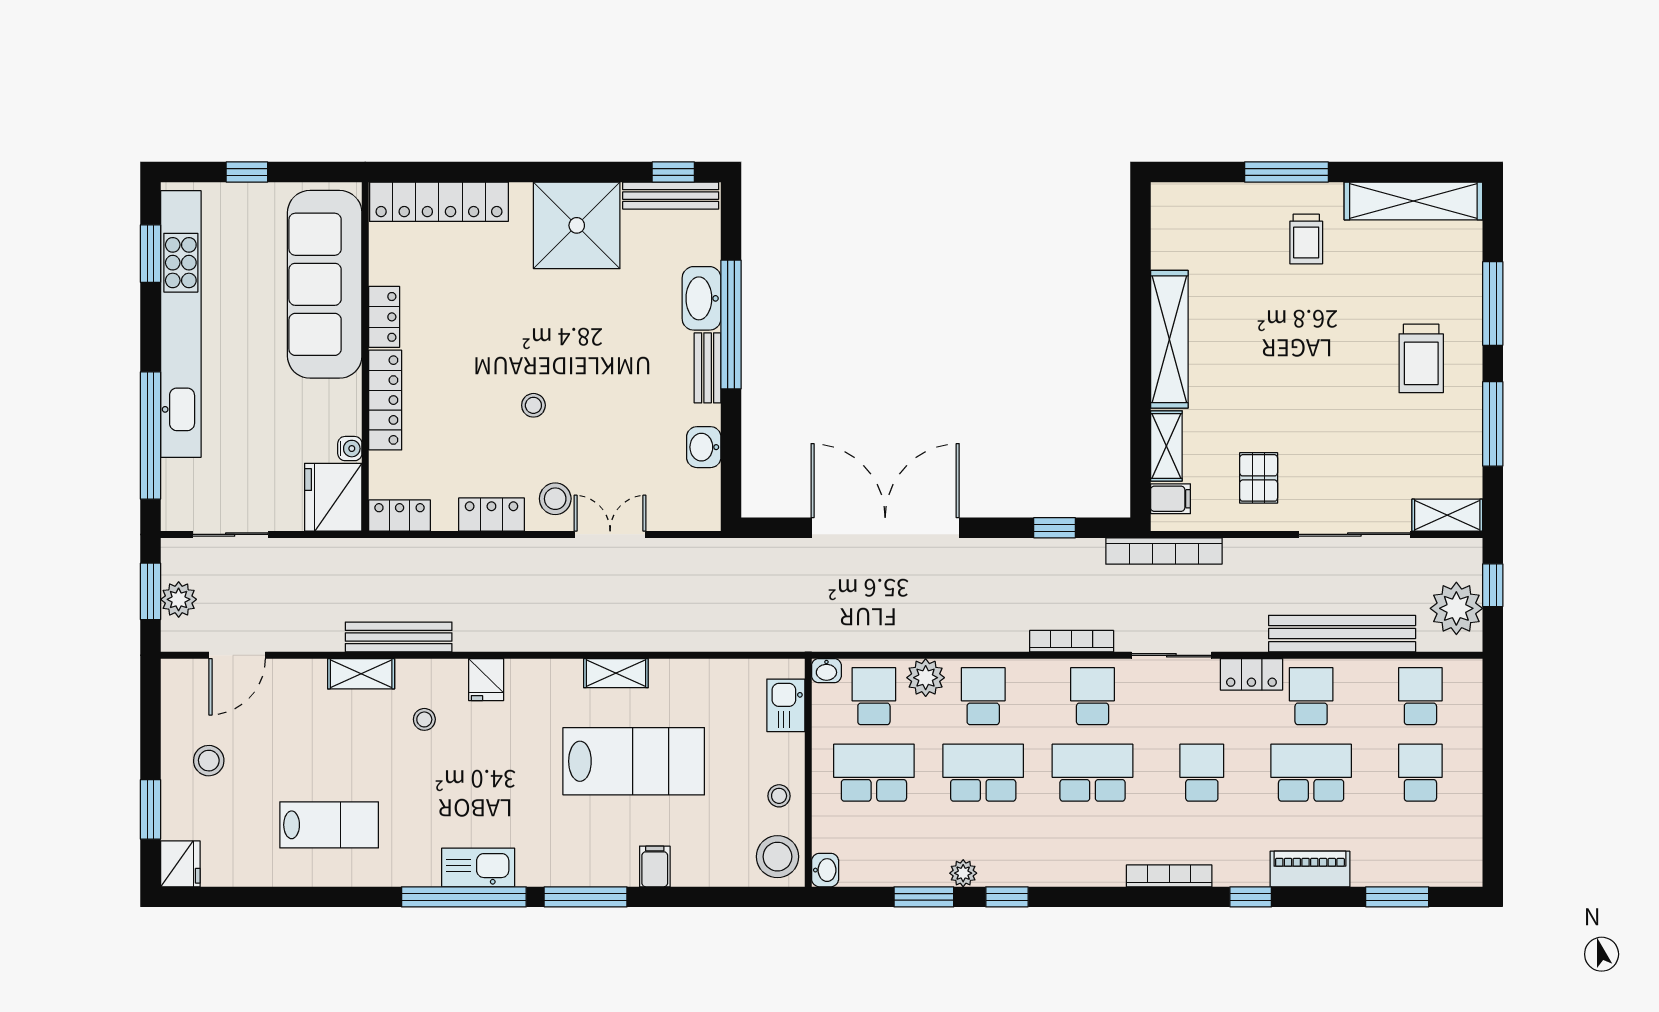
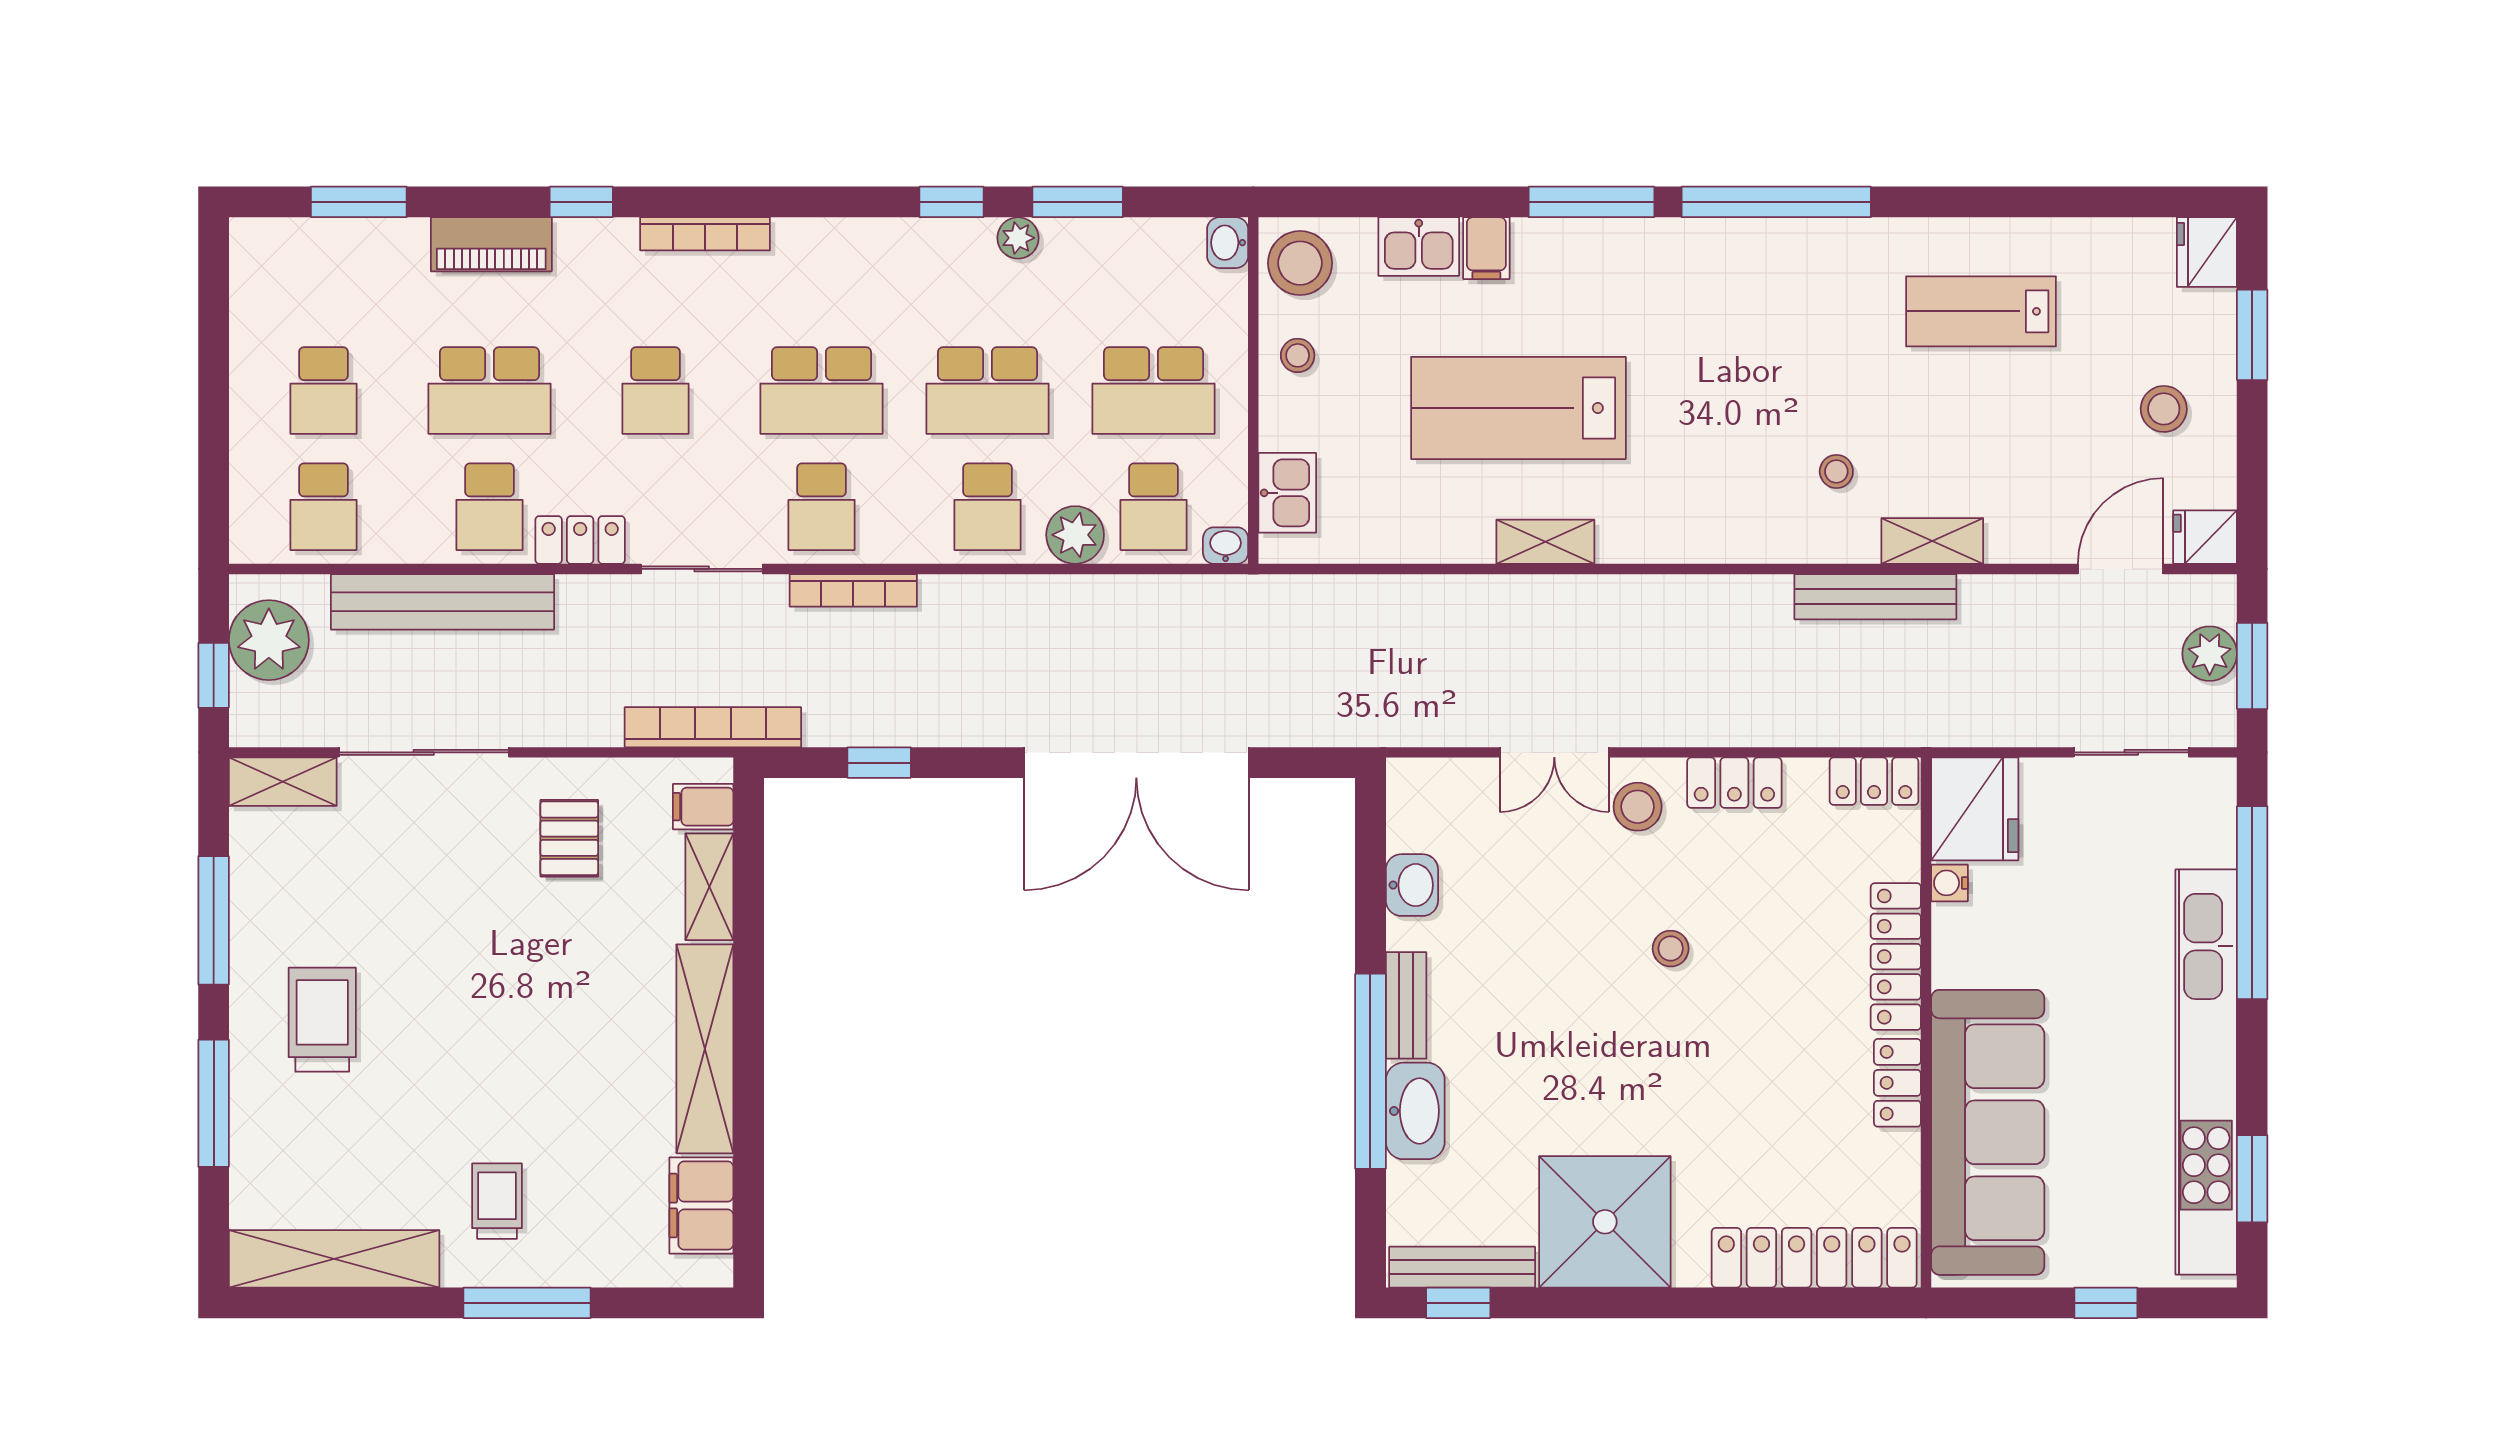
filing cabinet: (1172, 236) -> (701, 1206), added
fridge: (486, 680) -> (2205, 537), moved, turned -90
kitchen sink: (478, 868) -> (1419, 247), moved, width x0.73

